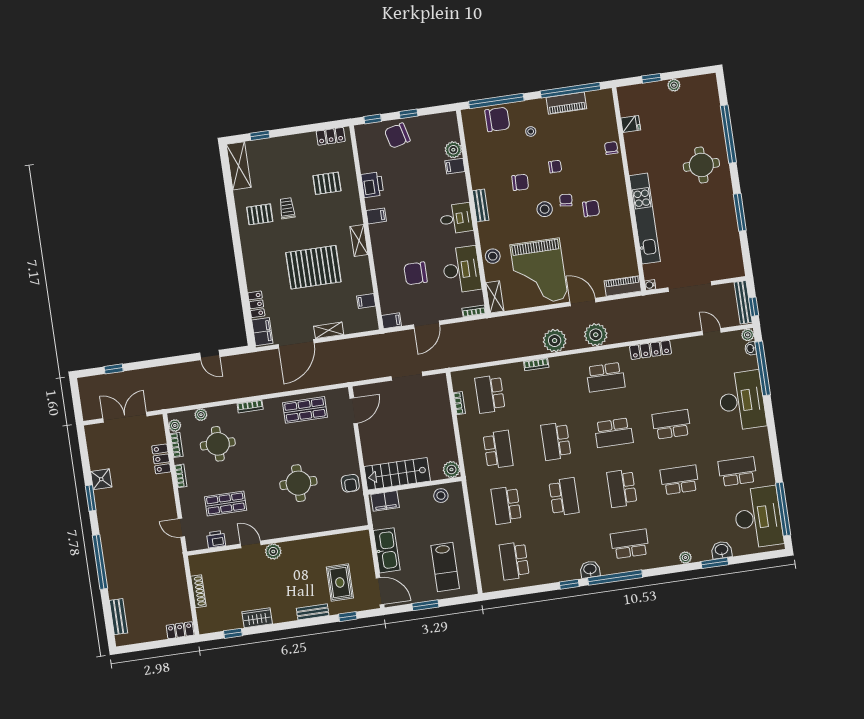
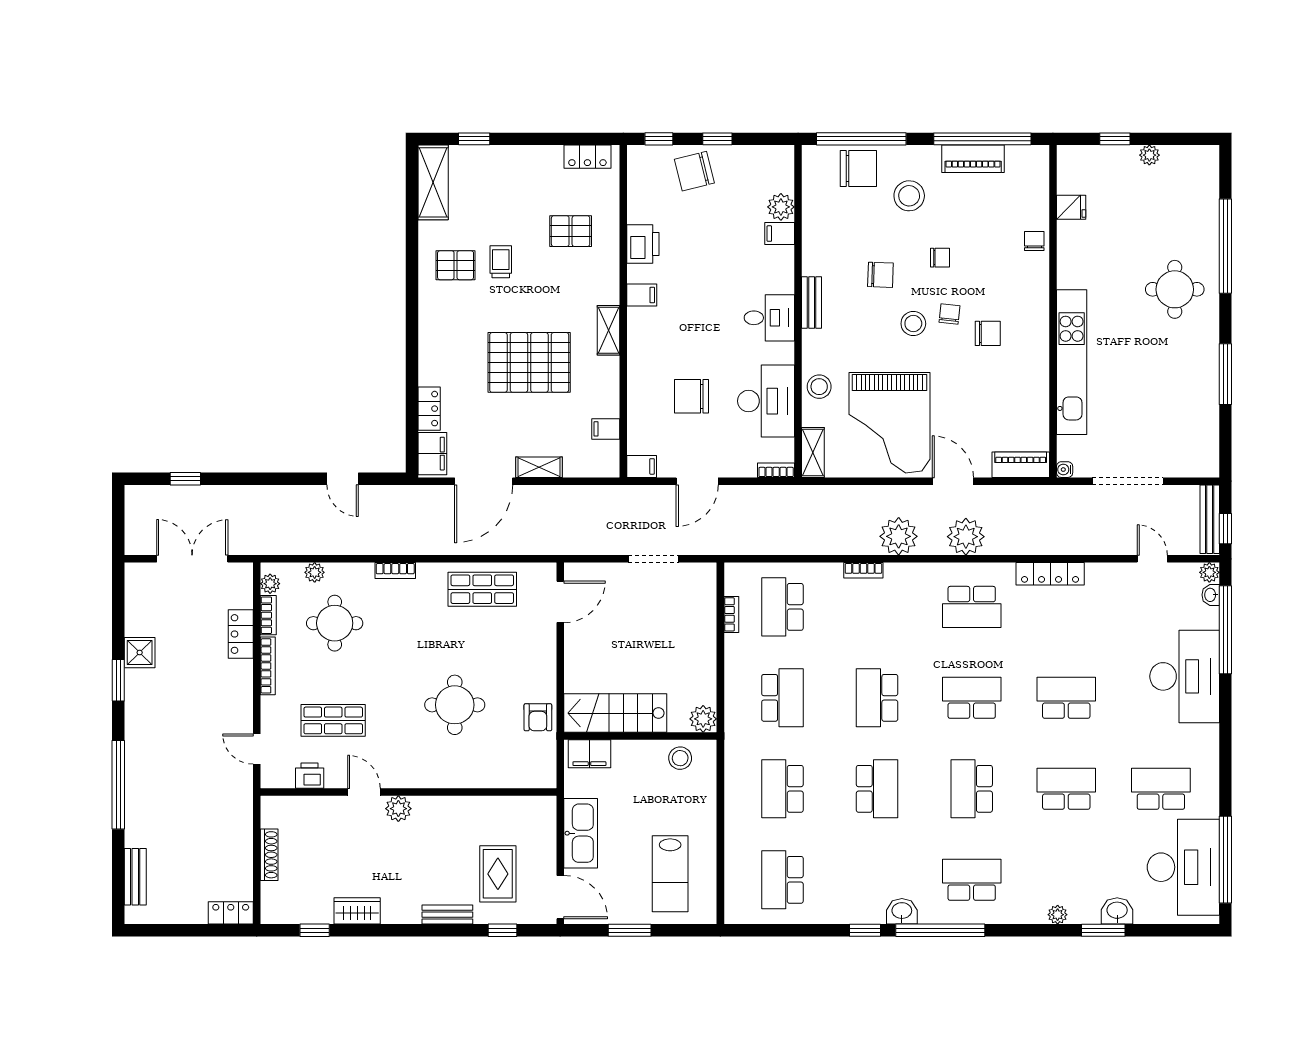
stool: (531, 131) -> (909, 196), width x1.89, depth x1.89
school desk: (614, 433) -> (972, 698), turned 180
bookcase: (181, 476) -> (268, 666), width x1.56

